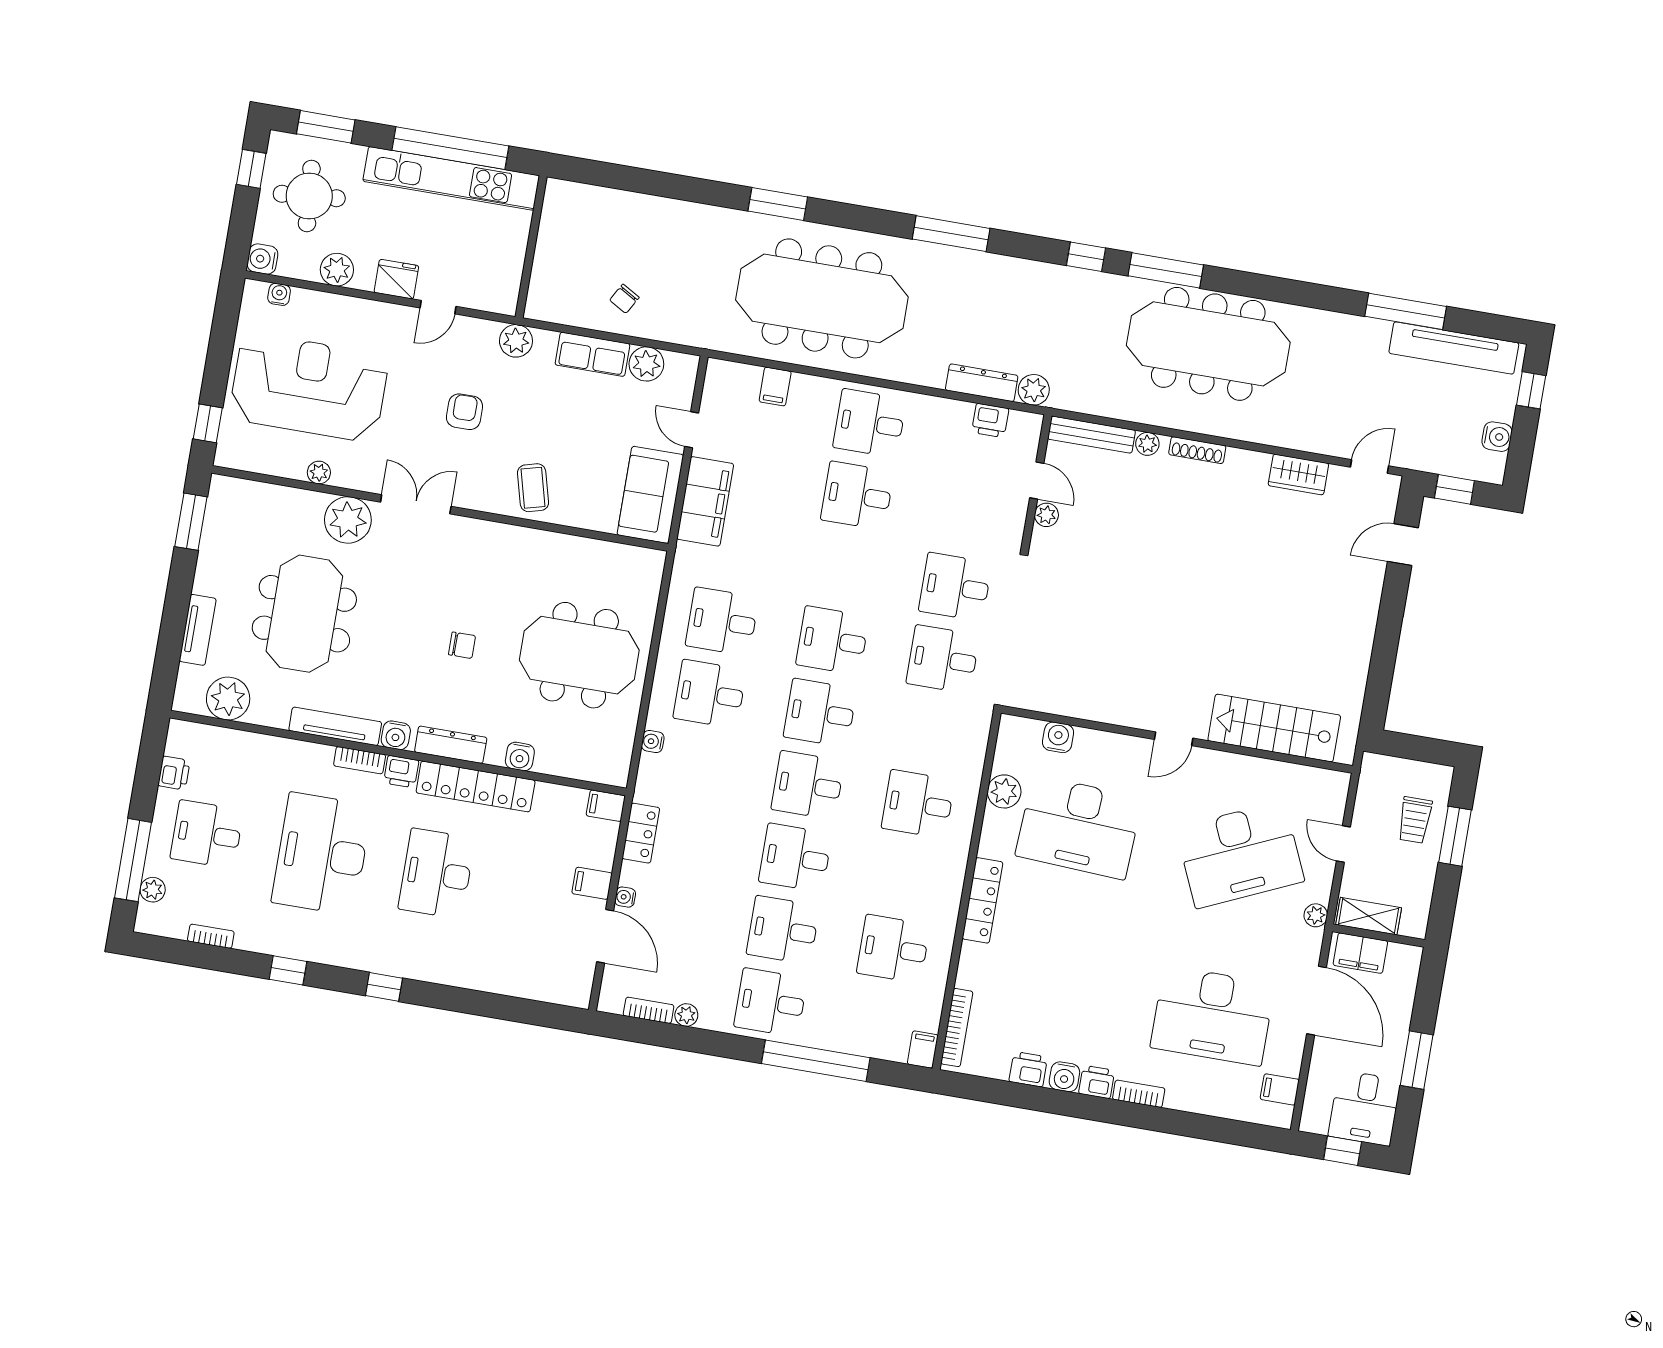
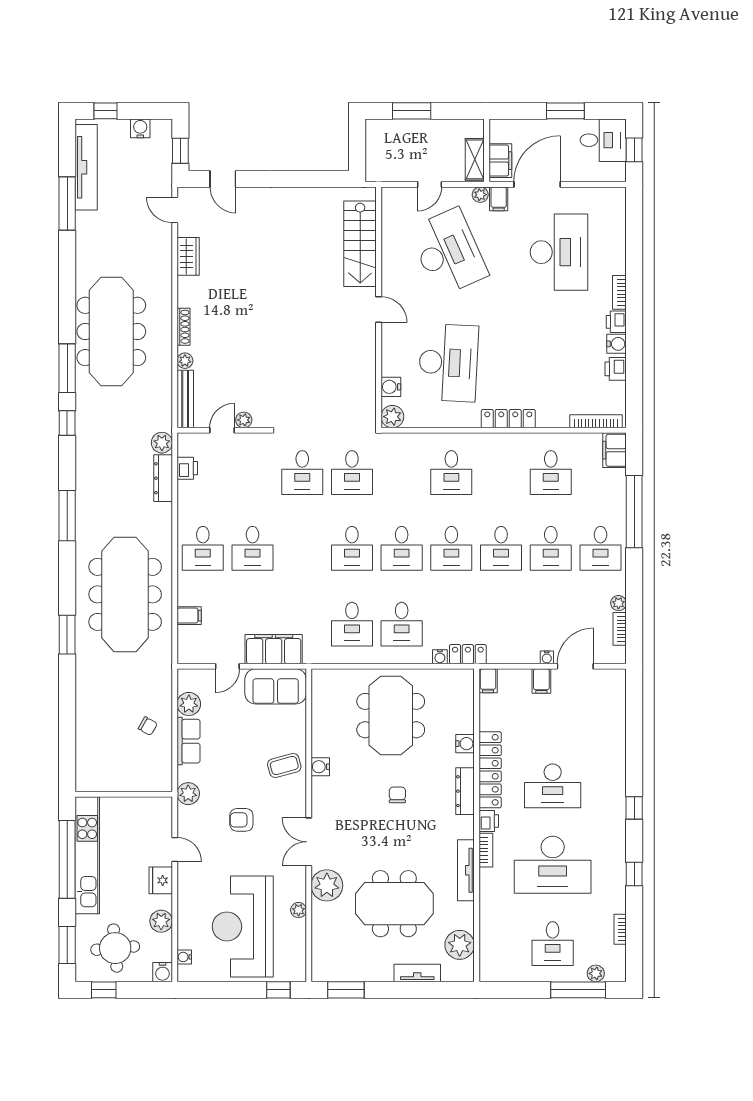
water cooler: (396, 735) -> (320, 767), moved, turned 180
printer: (174, 773) -> (516, 972), removed
plant: (1004, 791) -> (392, 417), moved
trolley: (1415, 820) -> (405, 139), removed
locker: (641, 833) -> (468, 654), moved
filing cabinet: (923, 1050) -> (615, 450), width x2.00
filing cabinet: (1280, 1089) -> (499, 199), moved

